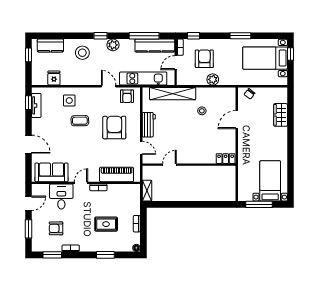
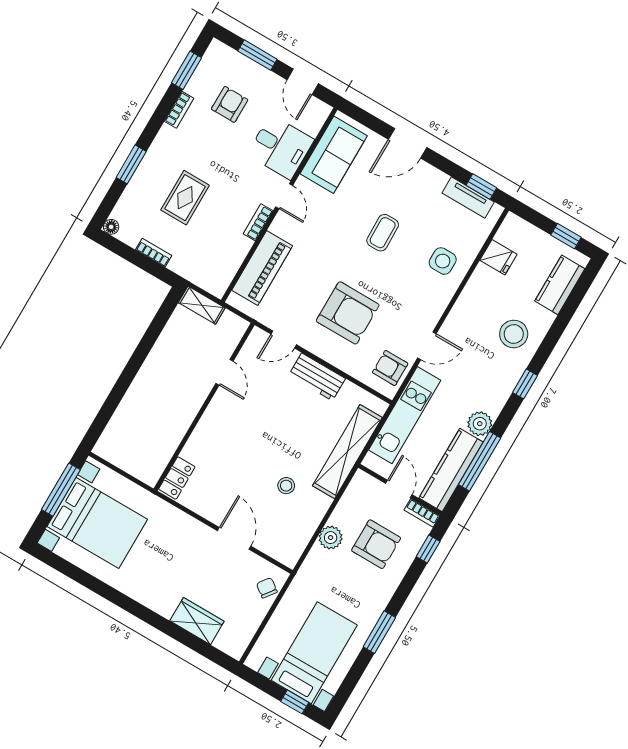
plant: (113, 45) -> (480, 424), moved
coffee table: (80, 121) -> (383, 233), moved
bed with nightstands: (270, 181) -> (97, 523), width x1.36

